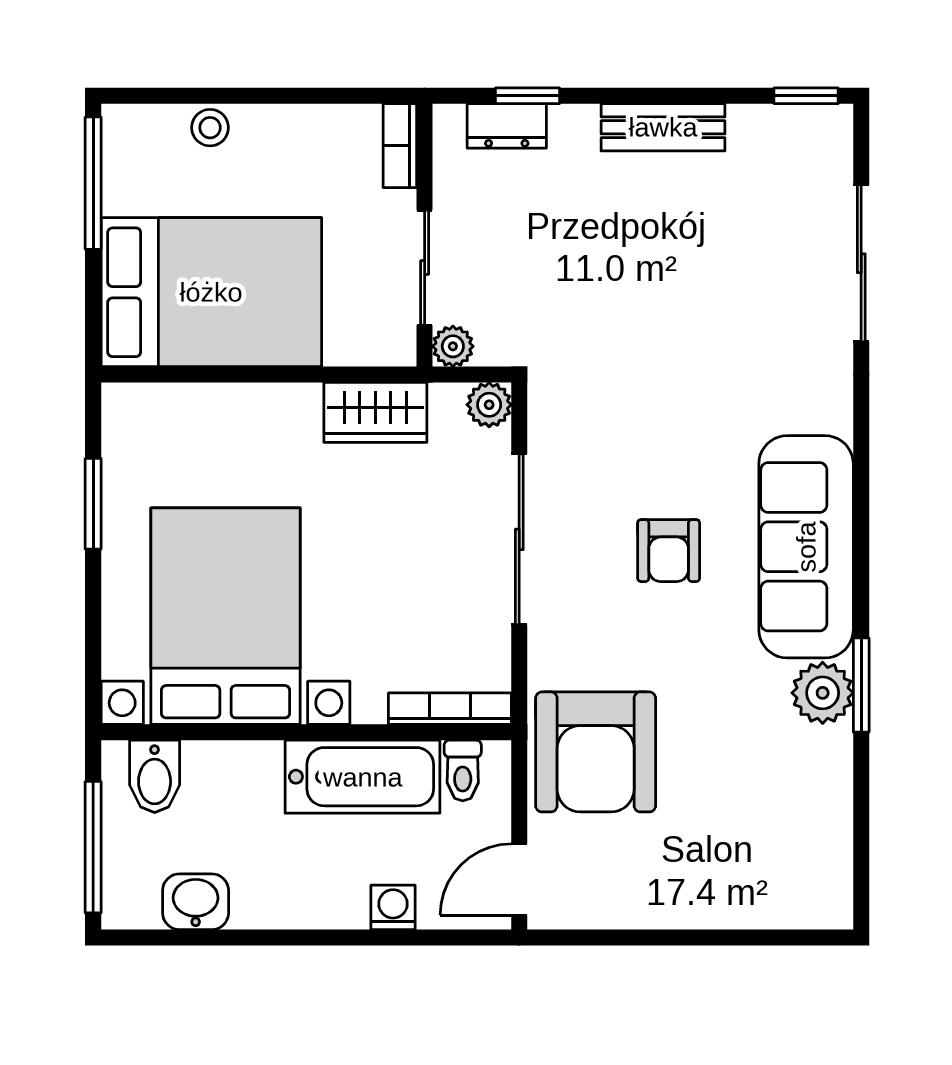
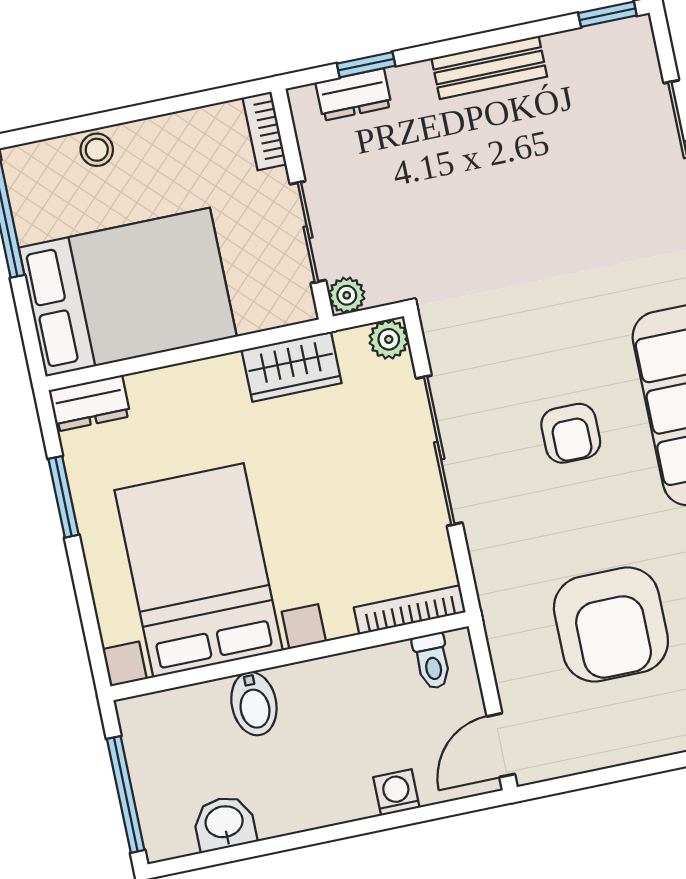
dresser: (143, 406) -> (90, 403), added
armchair: (596, 752) -> (611, 624), moved
bidet: (155, 776) -> (254, 704), moved
bathtub: (363, 777) -> (346, 685), removed

